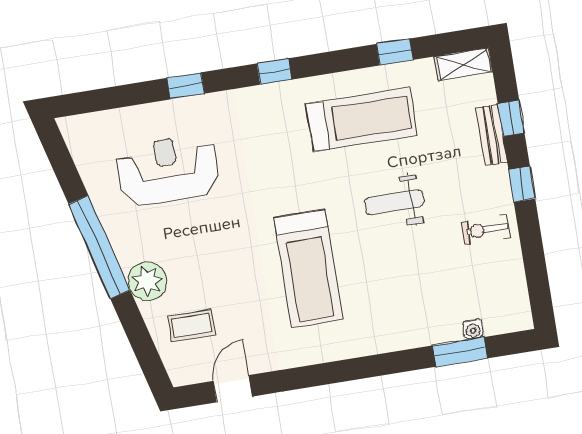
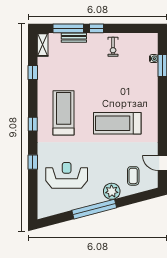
window: (511, 118) -> (68, 28), width x2.17
treadmill: (361, 119) -> (64, 113), moved
reception desk: (168, 170) -> (67, 175), turned 90
weight bench: (394, 202) -> (95, 83), removed
treadmill: (308, 268) -> (117, 123), turned 180

